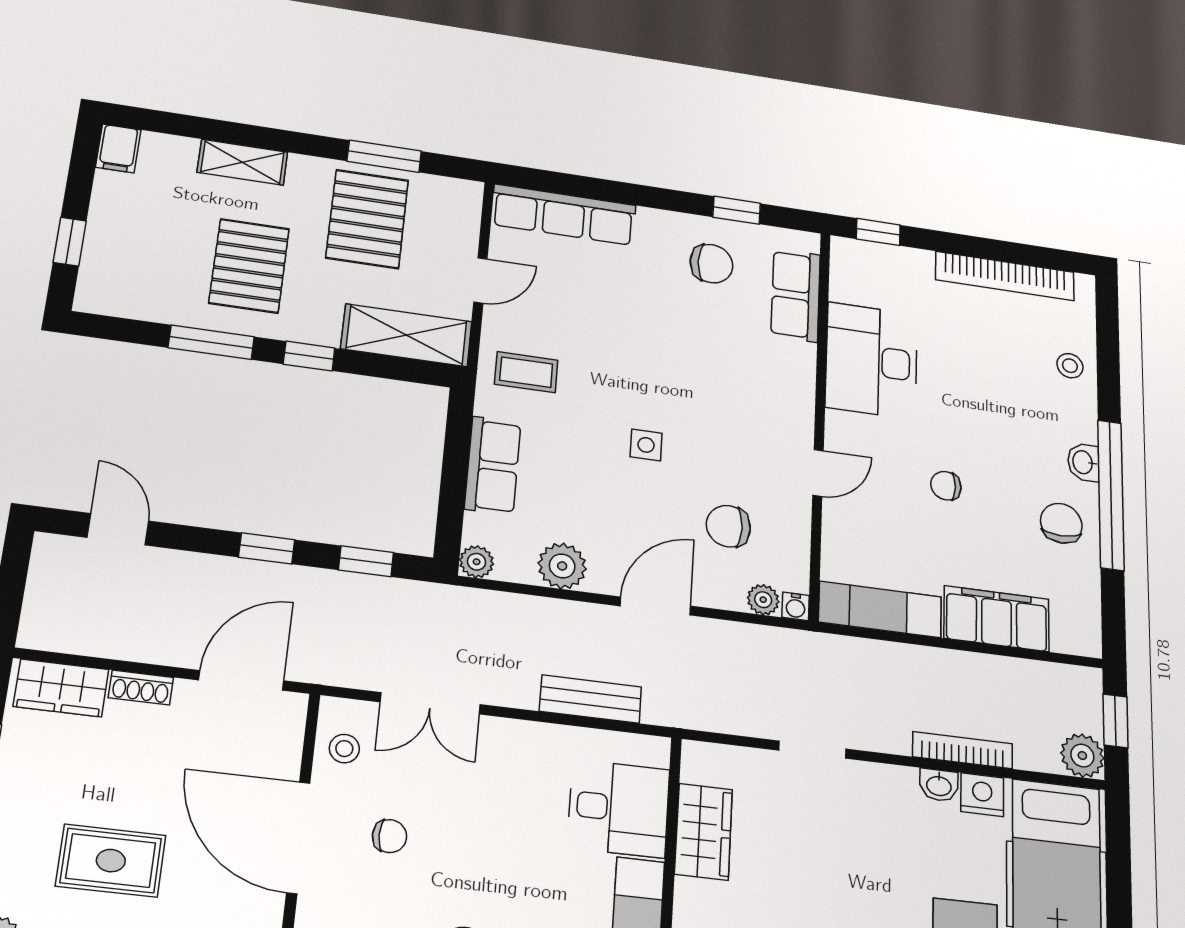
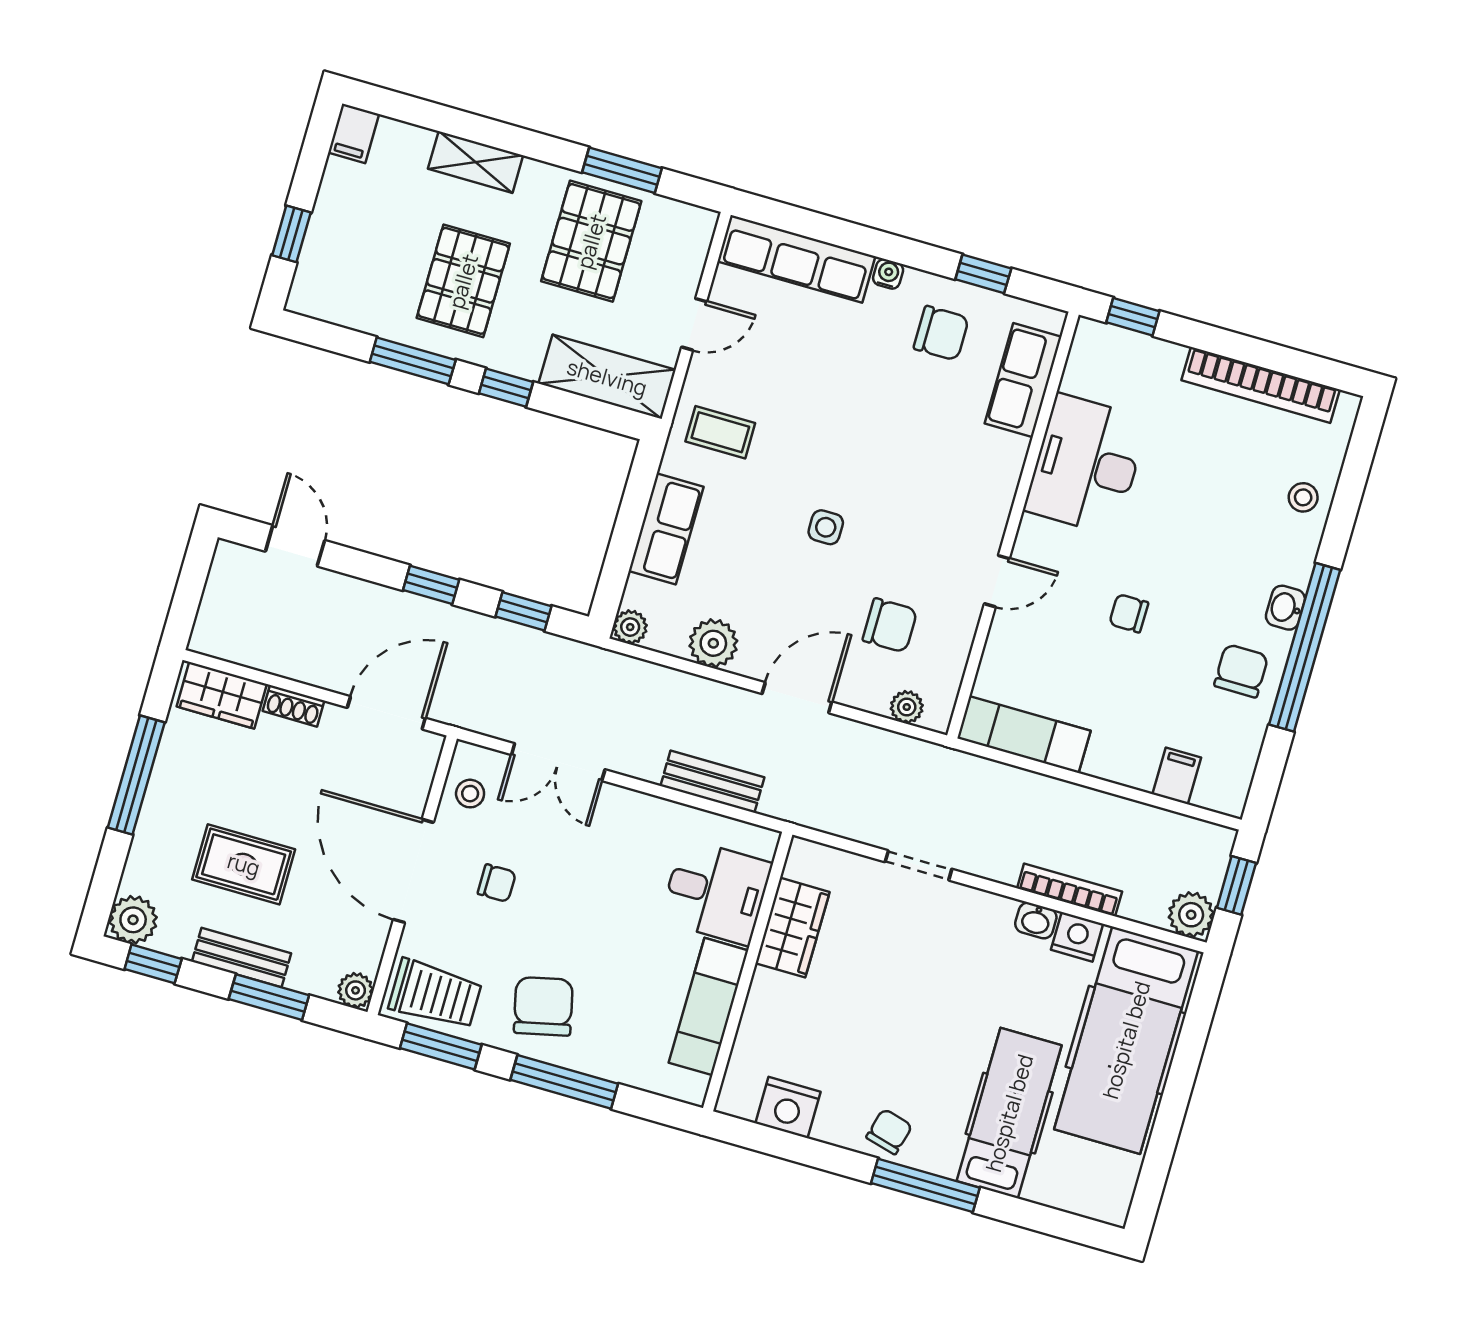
chair: (728, 526) -> (890, 625), turned 180
water cooler: (796, 606) -> (888, 274), moved, turned 180
filing cabinet: (997, 619) -> (1177, 776), width x0.33, depth x0.86

